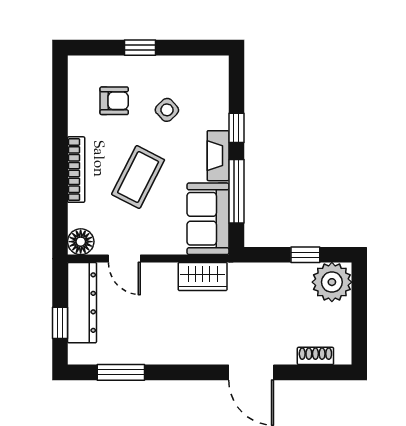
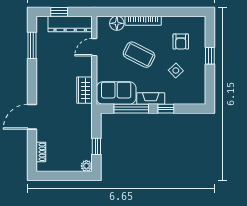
floor lamp: (81, 242) -> (117, 23), moved
plant: (332, 282) -> (86, 166), width x0.53, depth x0.53

